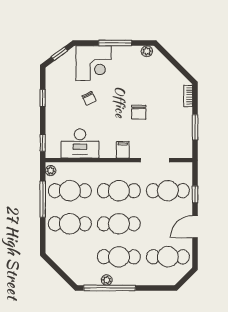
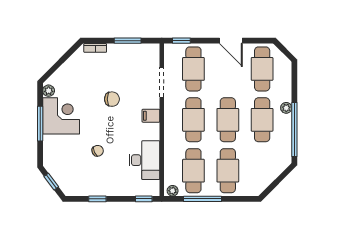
corner desk: (94, 63) -> (61, 116), moved
window: (195, 194) -> (181, 41), moved
plant: (107, 280) -> (286, 108), moved

